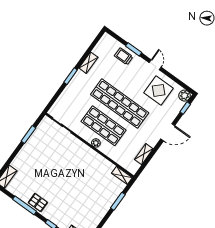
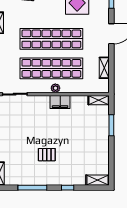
shop shelf: (104, 126) -> (51, 68), width x1.40
filing cabinet: (92, 156) -> (60, 102), added
pallet: (38, 203) -> (47, 155), moved

